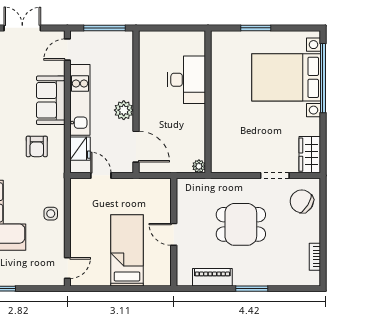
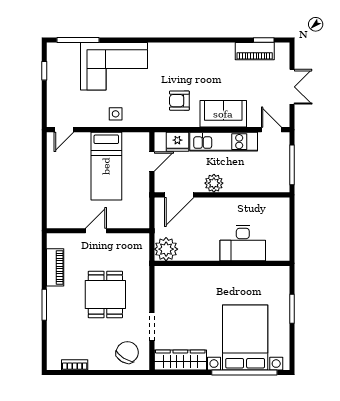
wardrobe: (310, 155) -> (180, 360), width x1.50
plant: (199, 166) -> (166, 249), width x1.88, depth x1.88
bed: (127, 250) -> (106, 166), moved, turned 90
door: (67, 268) -> (64, 130), hinge flipped

